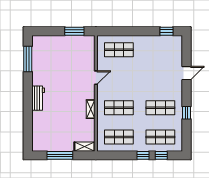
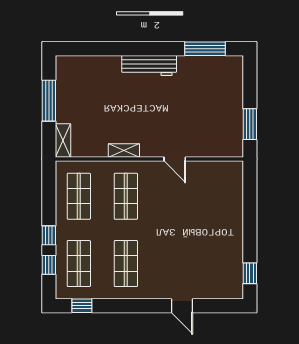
shop shelf: (119, 50) -> (220, 196), removed
workbench: (38, 98) -> (149, 65), width x1.38
window: (186, 113) -> (82, 306), moved

